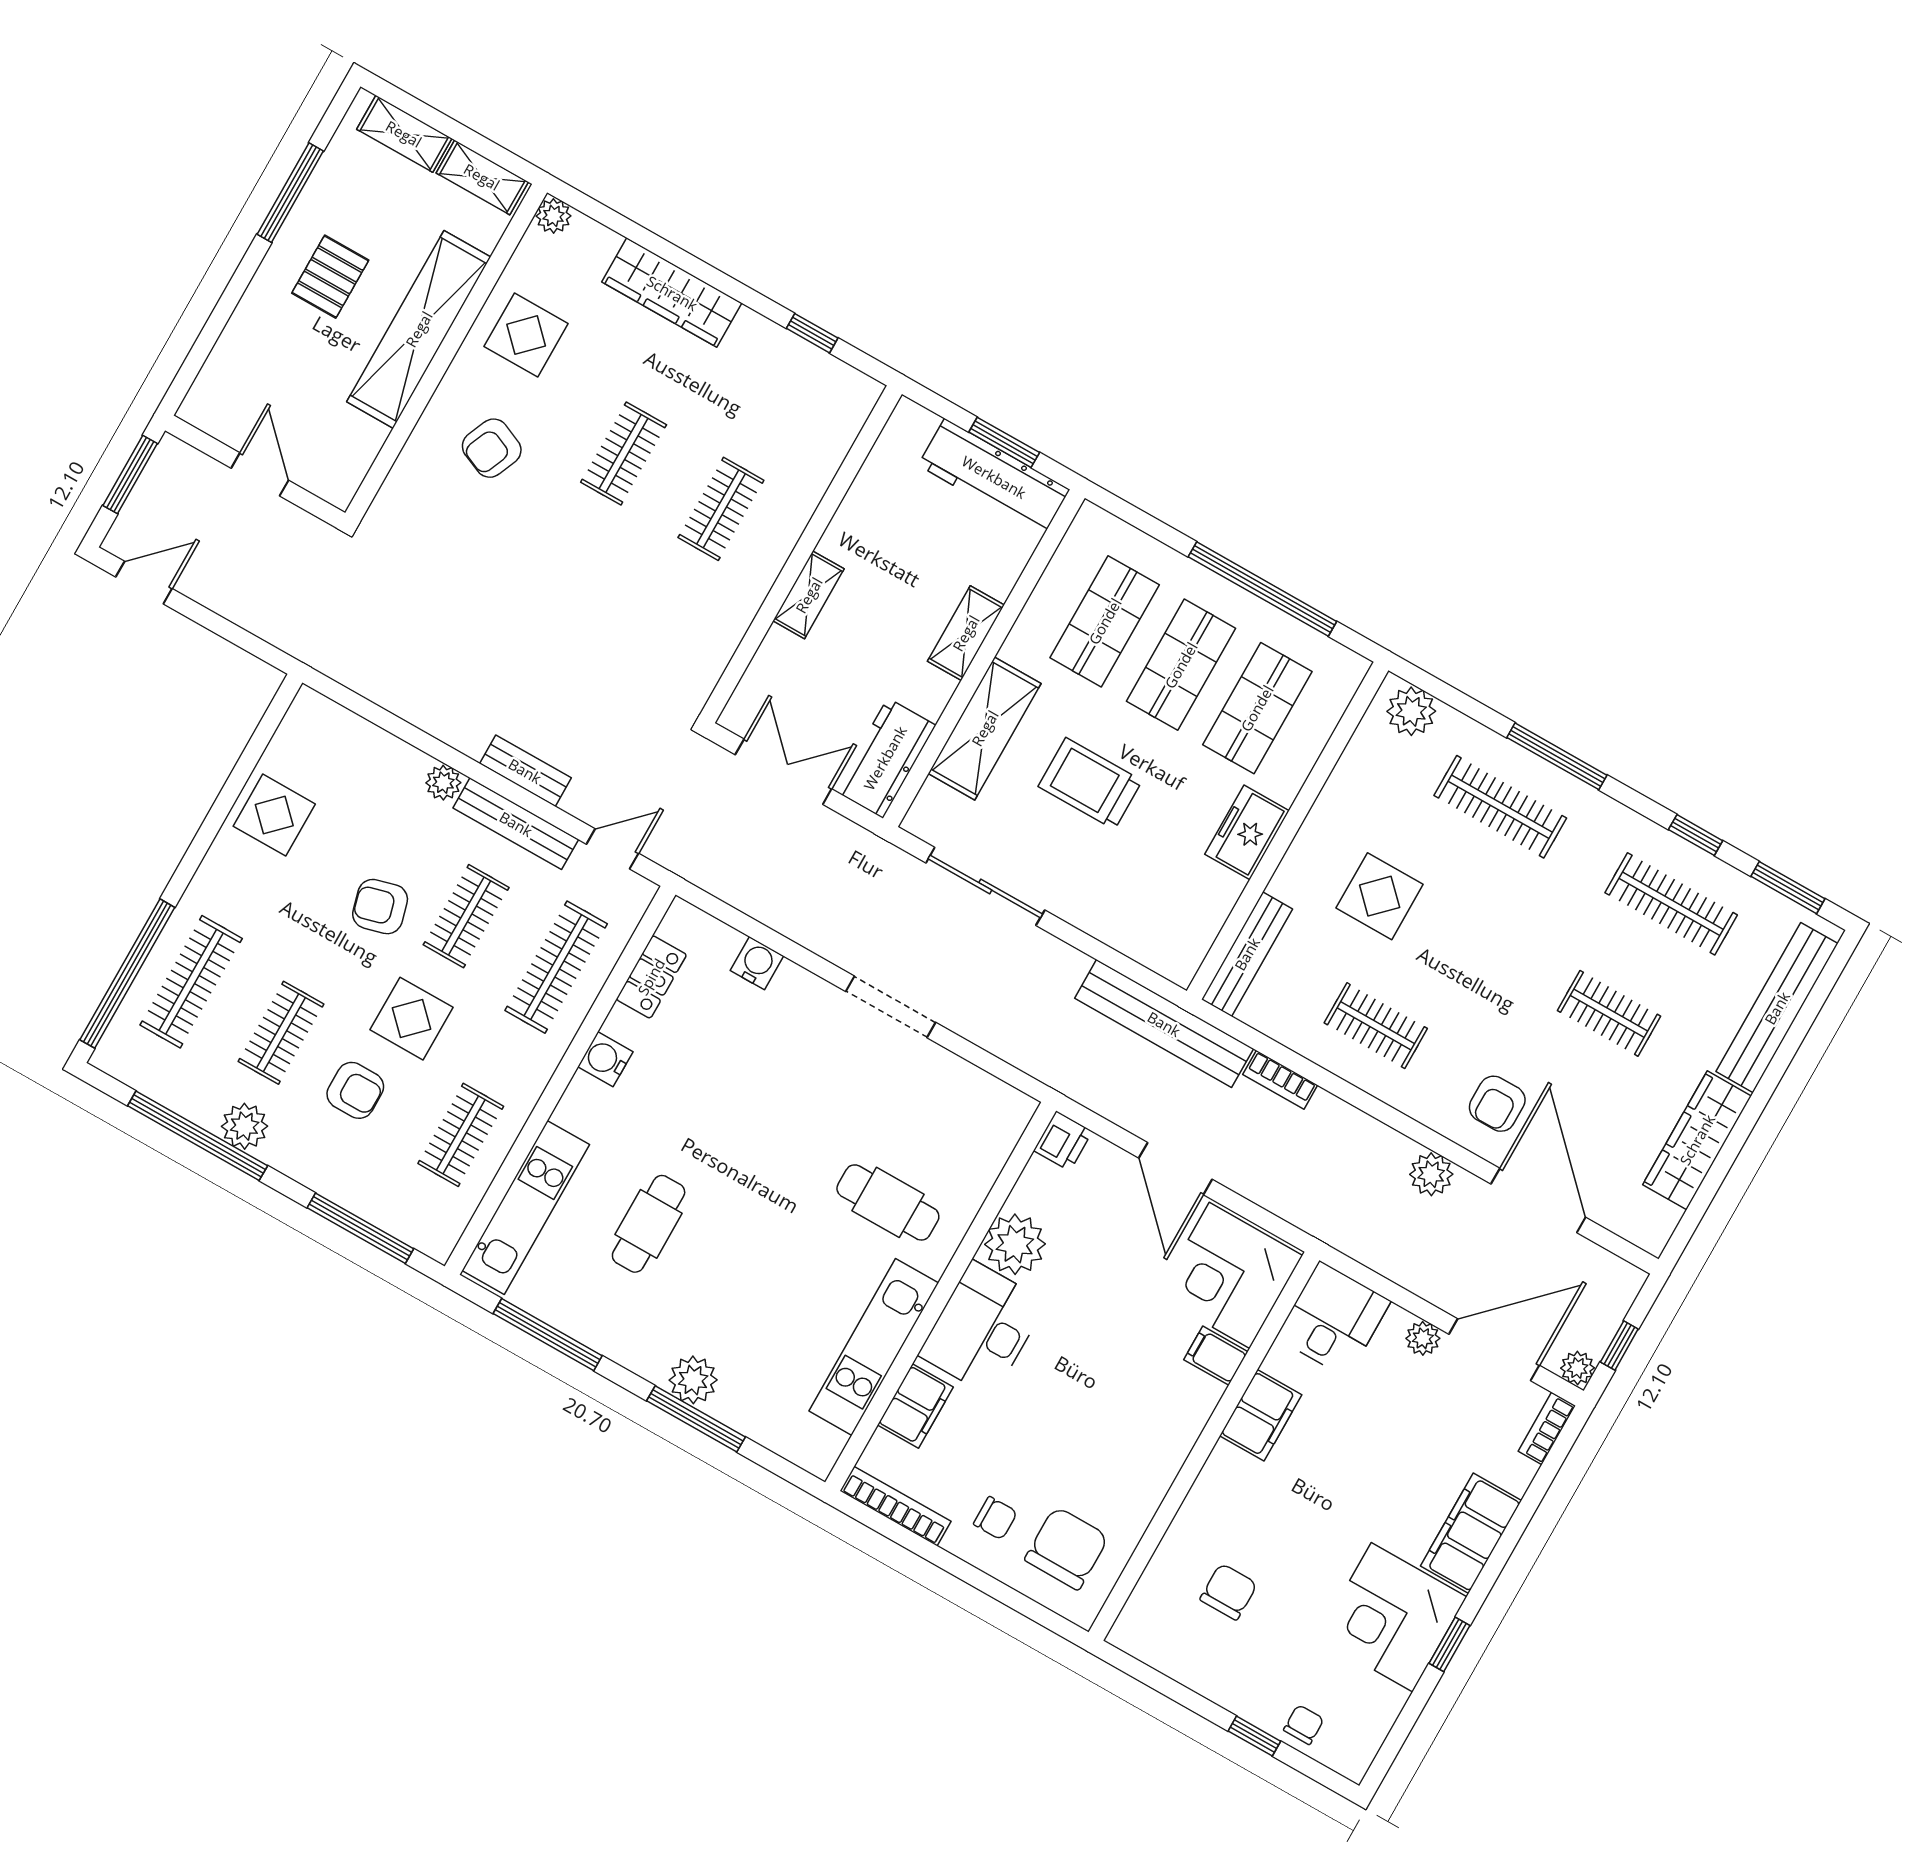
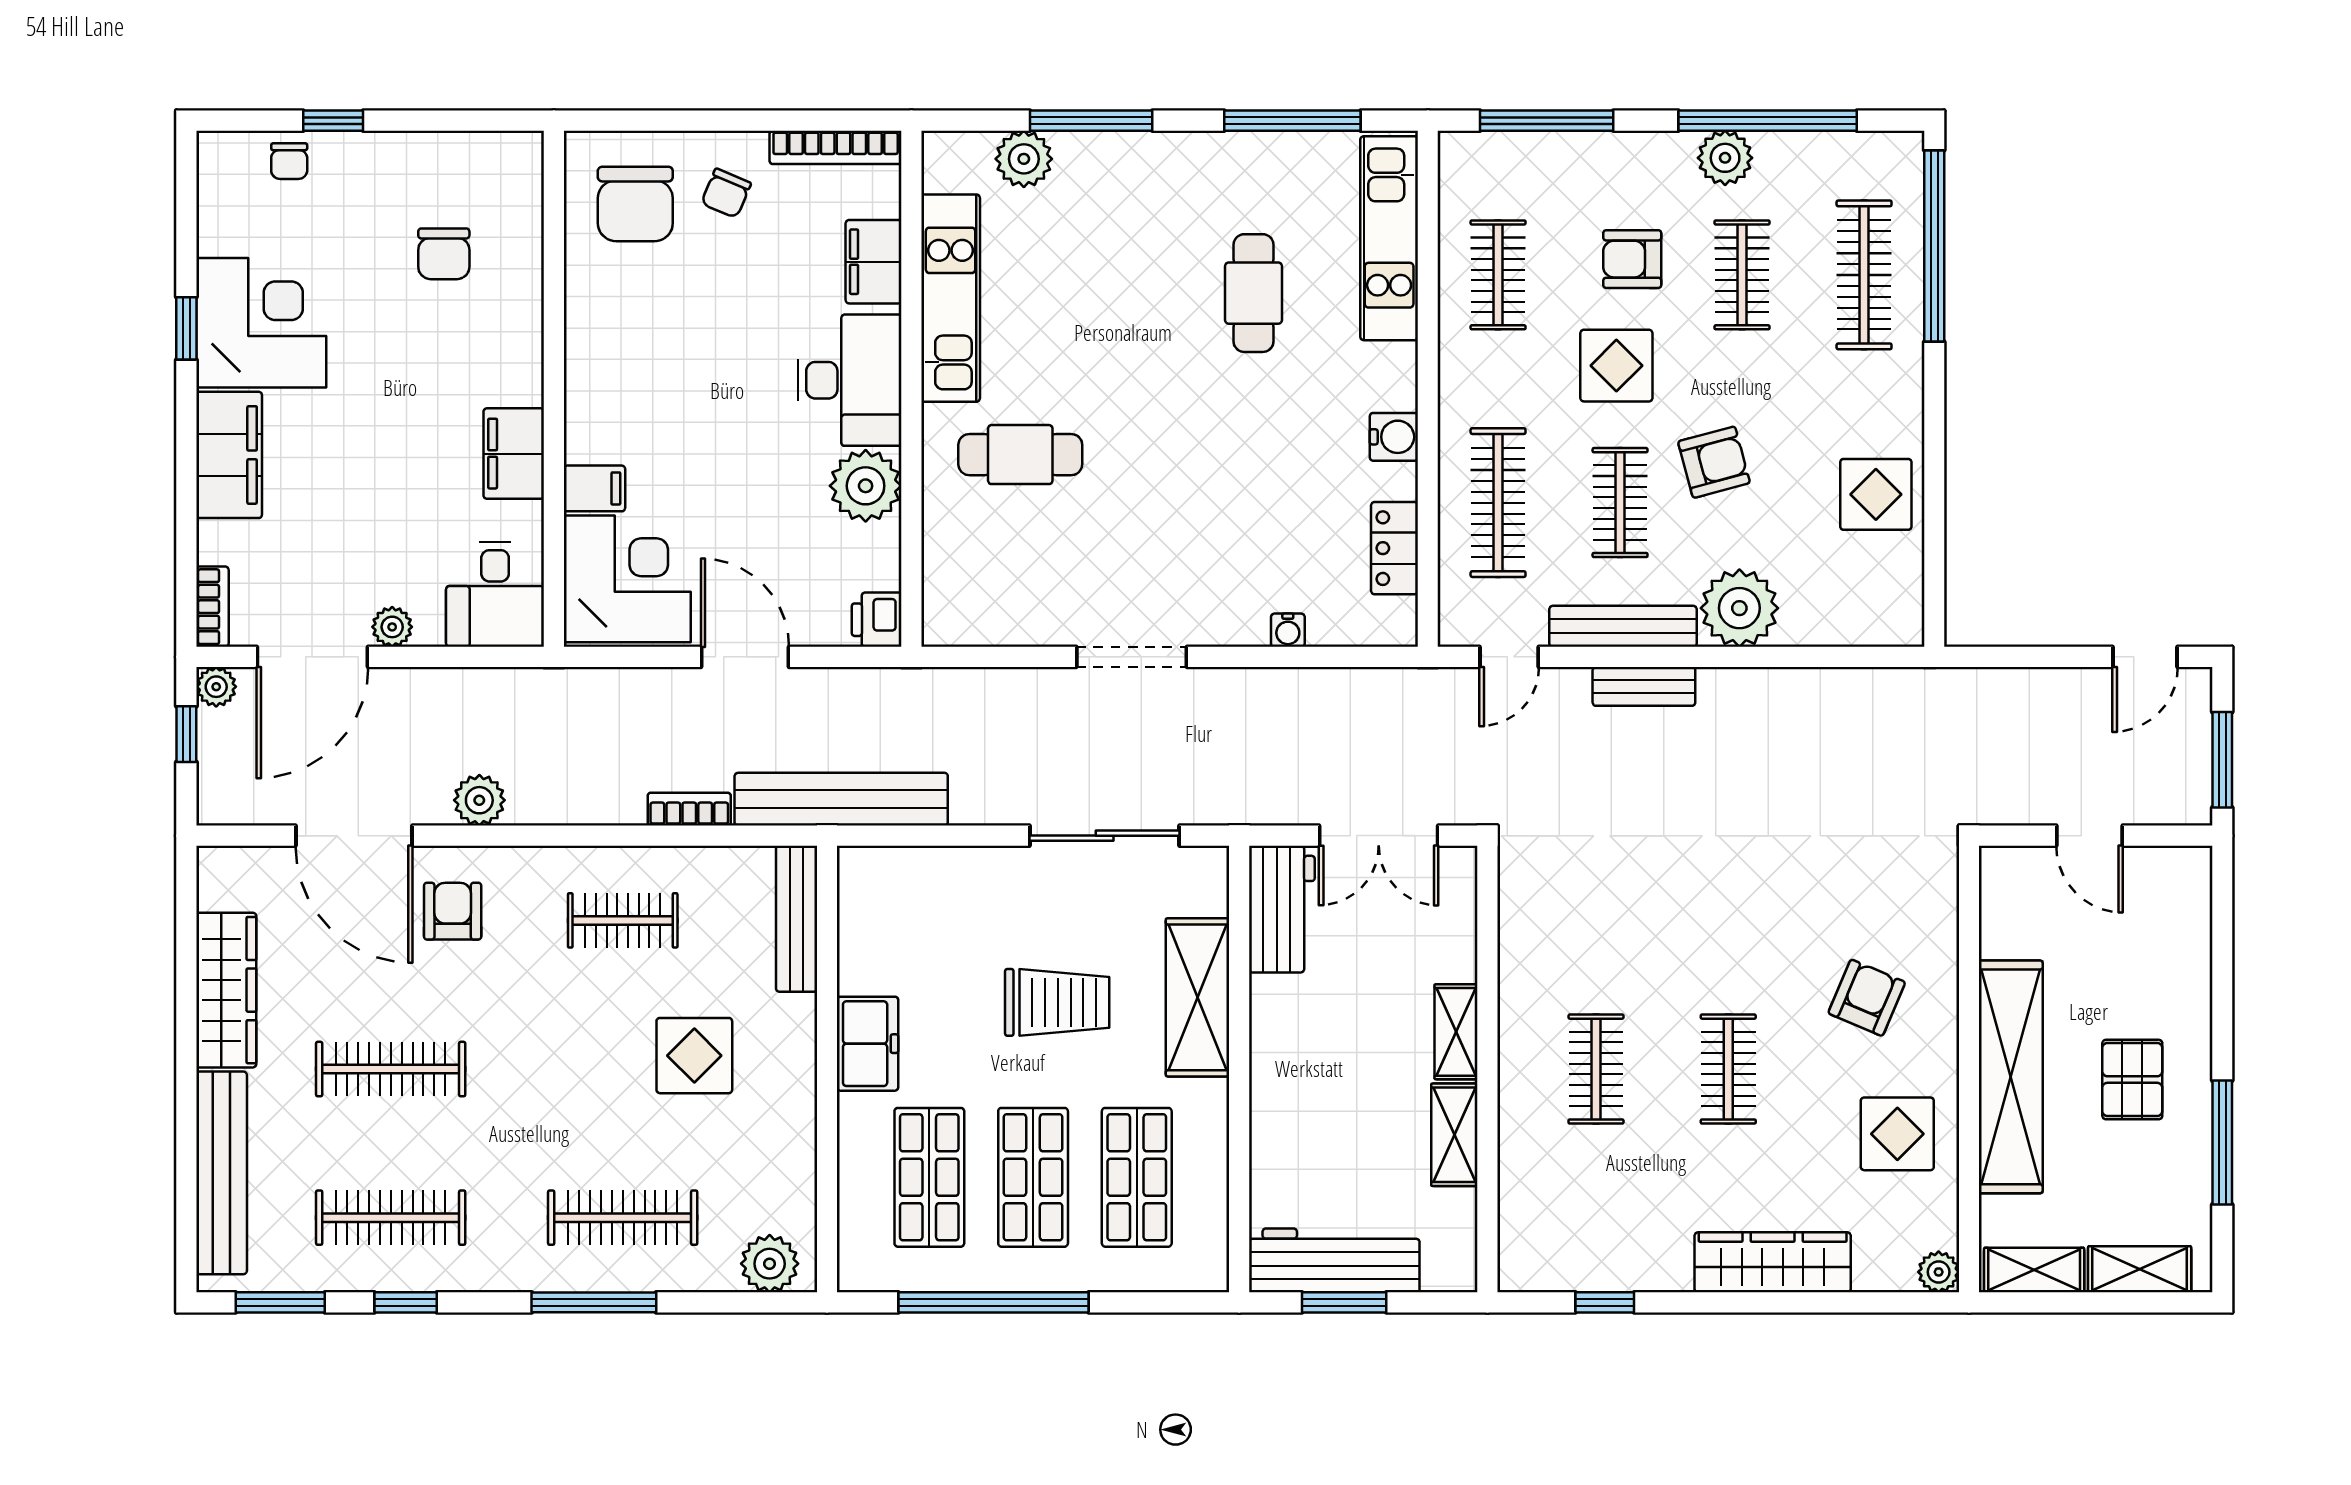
shelving: (966, 633) -> (1454, 1135), moved
plant: (443, 783) -> (1739, 608), width x1.88, depth x1.88
water cooler: (757, 963) -> (1288, 630), width x0.72, depth x0.72
clothes rail: (1609, 1013) -> (391, 1069), width x1.36
plant: (693, 1380) -> (1024, 159), moved
chair: (995, 1518) -> (726, 193), turned -67

